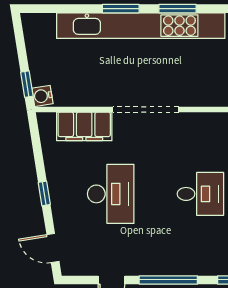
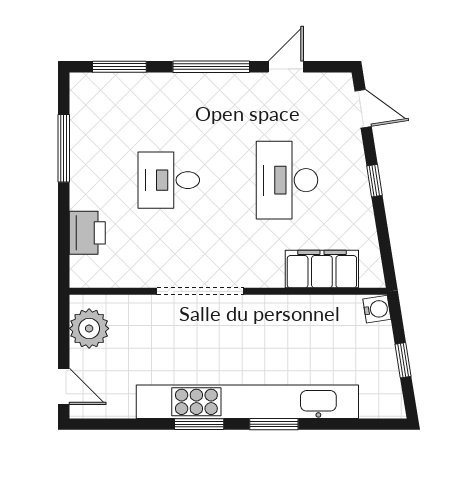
window: (27, 84) -> (403, 360), moved
doorway: (146, 110) -> (200, 291), moved

